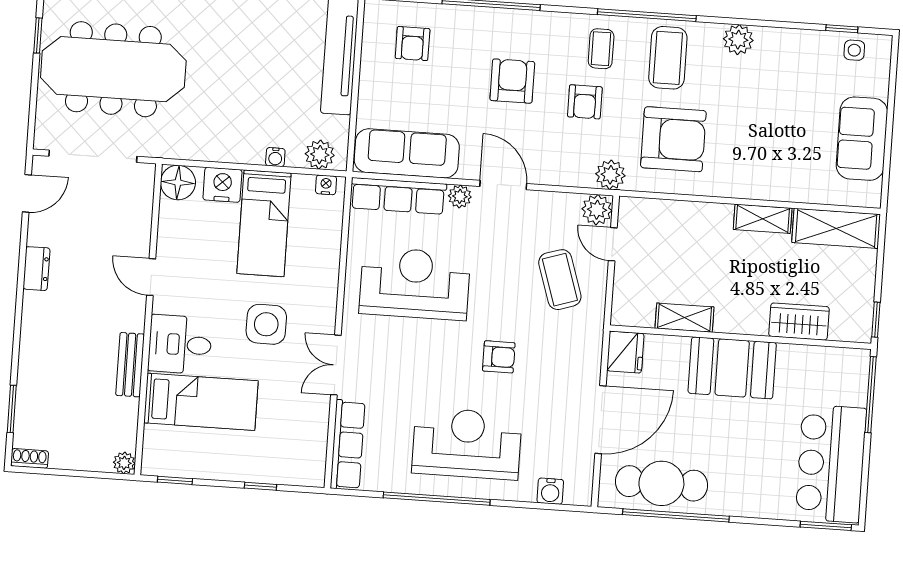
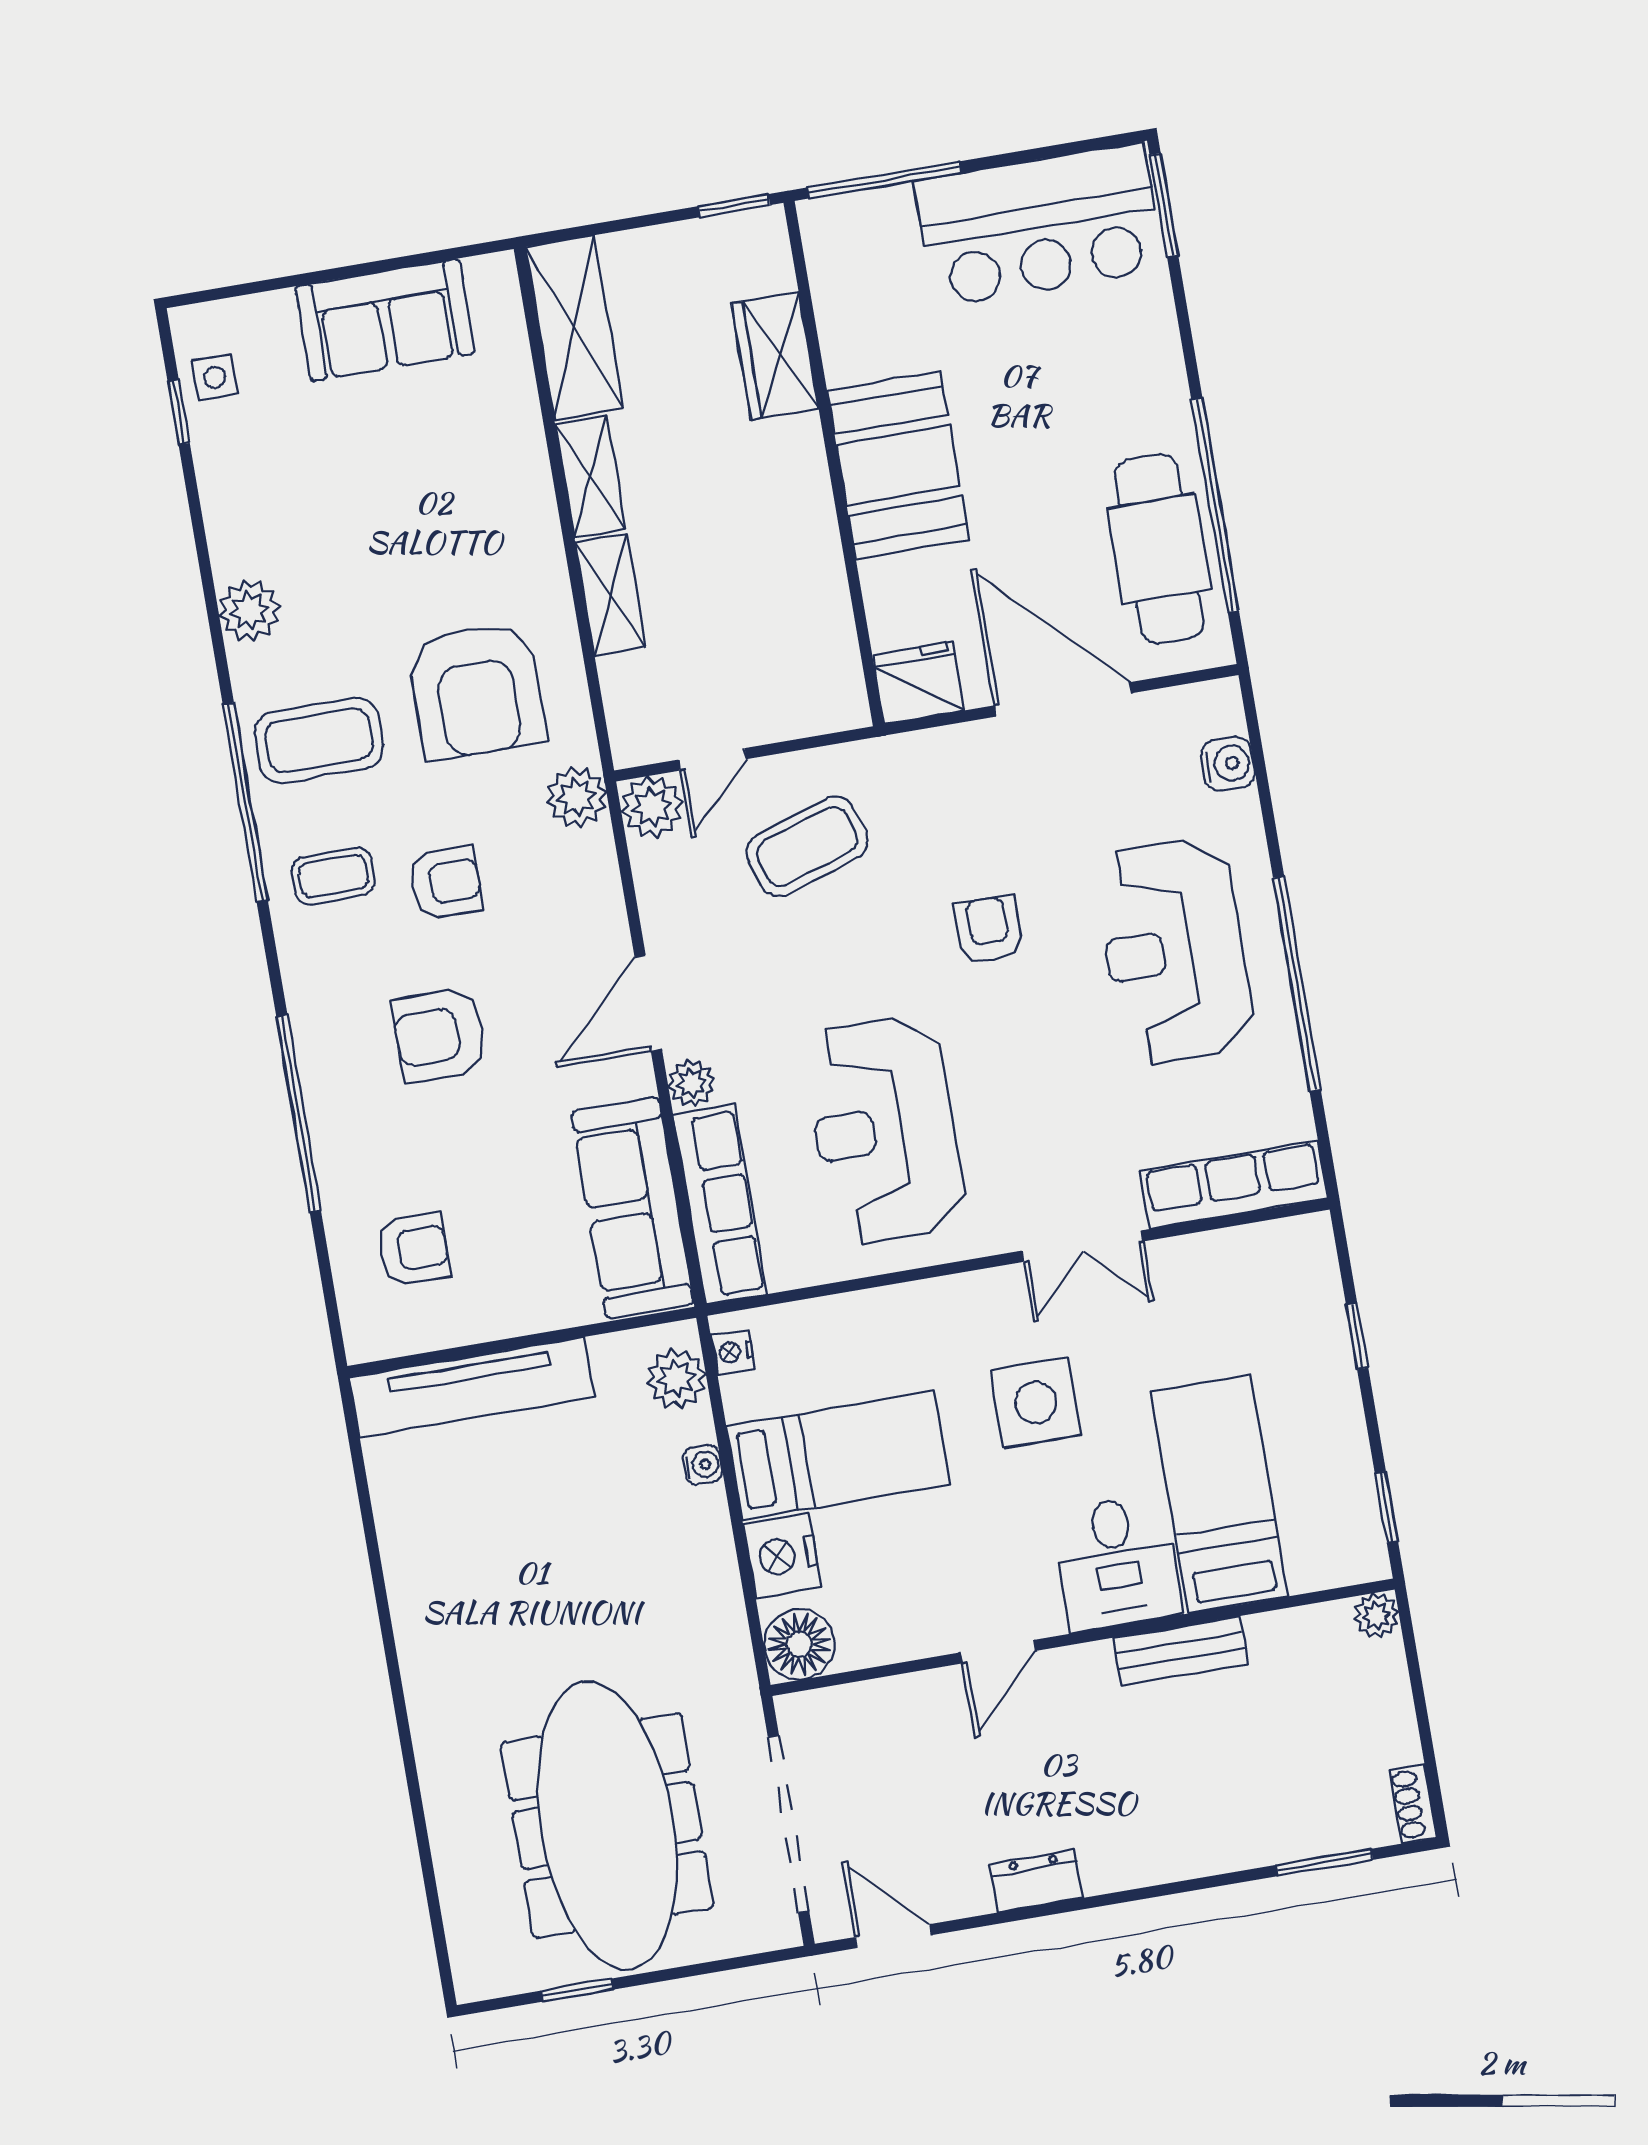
armchair: (673, 139) -> (476, 690), turned 180
shelving: (684, 318) -> (611, 595), moved

